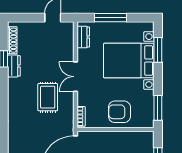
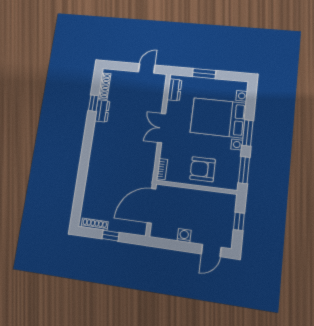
window: (110, 18) -> (204, 74), width x0.69
window: (158, 50) -> (248, 133), moved
rug: (48, 97) -> (131, 146), removed

